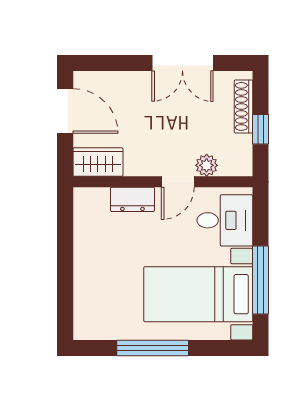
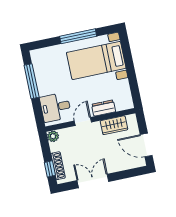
window: (261, 129) -> (50, 169), moved
wardrobe: (98, 162) -> (114, 125), moved
plant: (207, 165) -> (53, 136), moved
bed with nightstands: (198, 294) -> (96, 60), moved, turned 180

